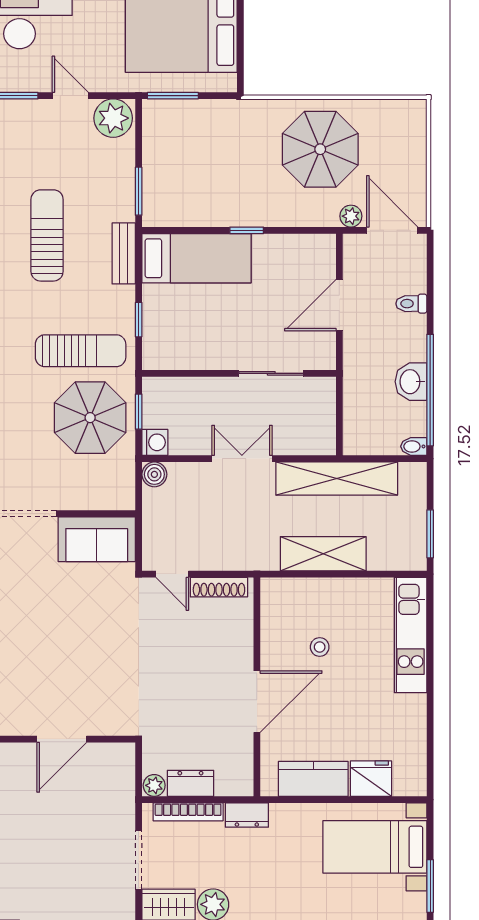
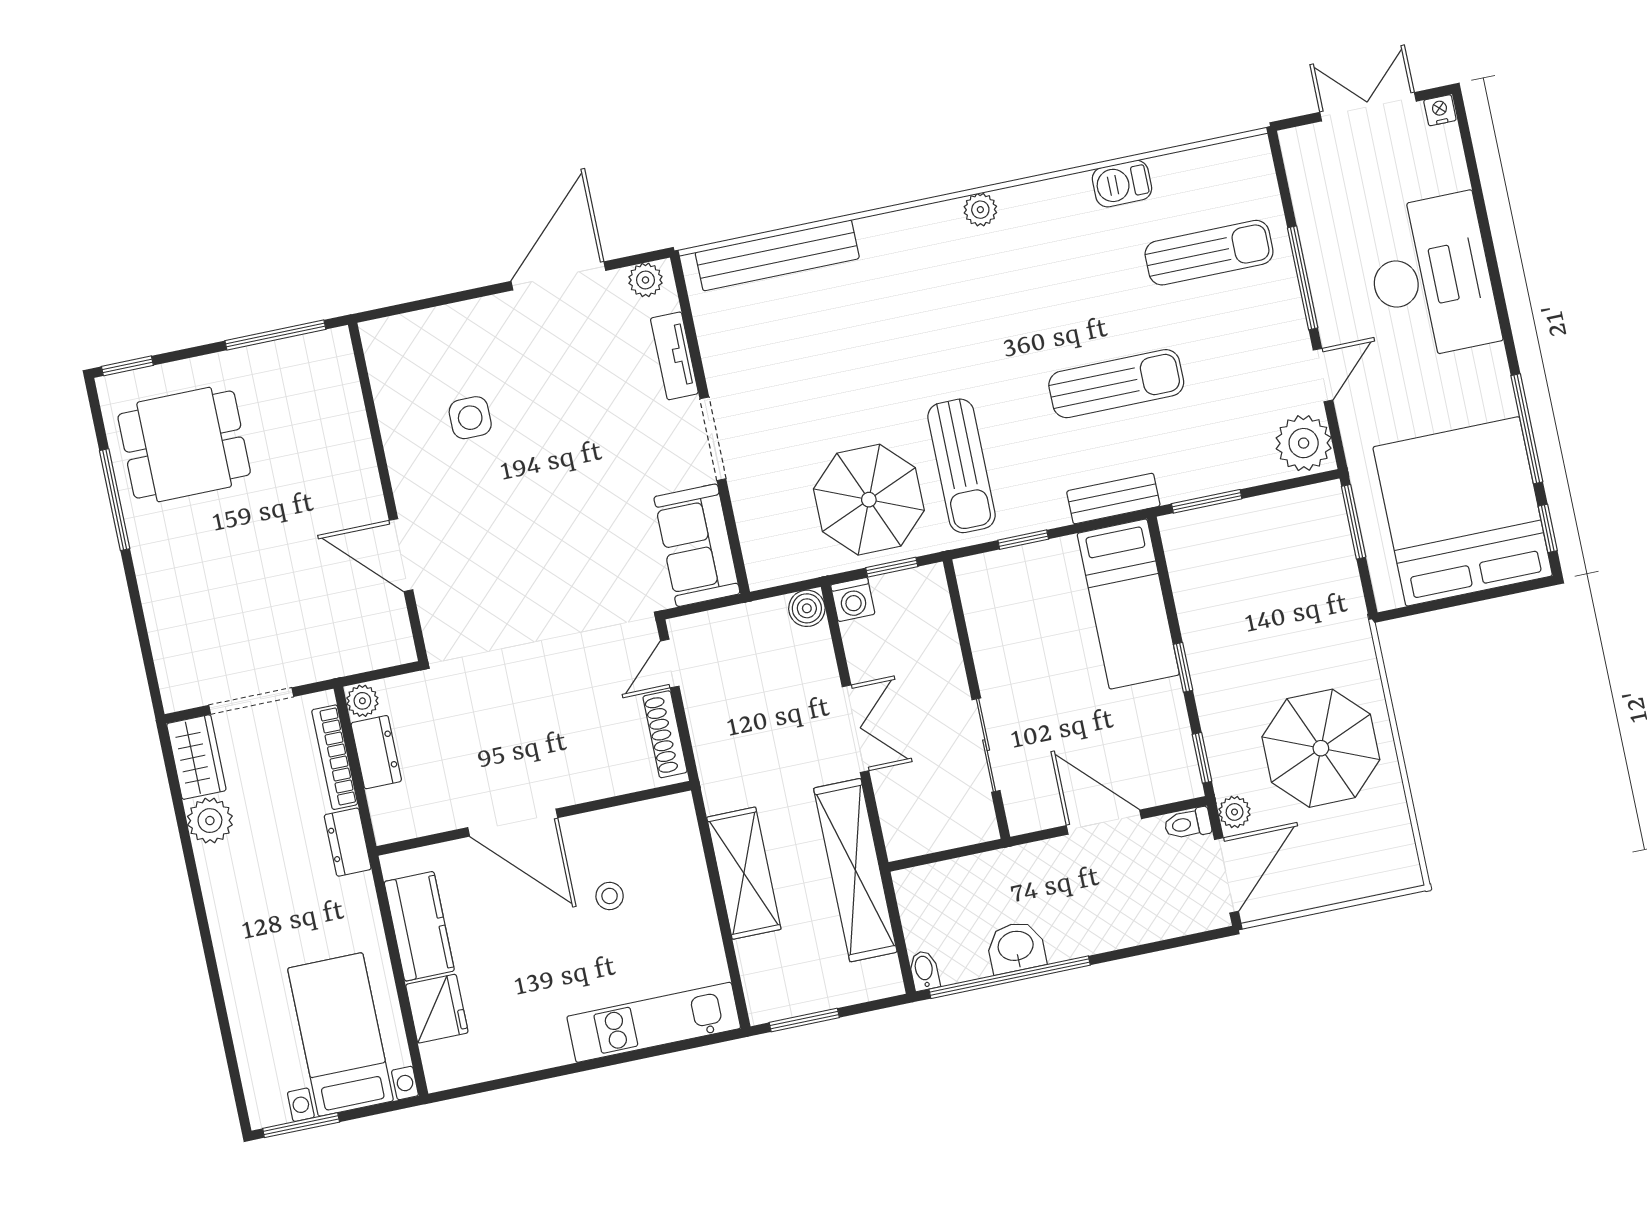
window: (310, 230) -> (1202, 758), added
toilet: (411, 304) -> (1188, 824), moved, turned -90

